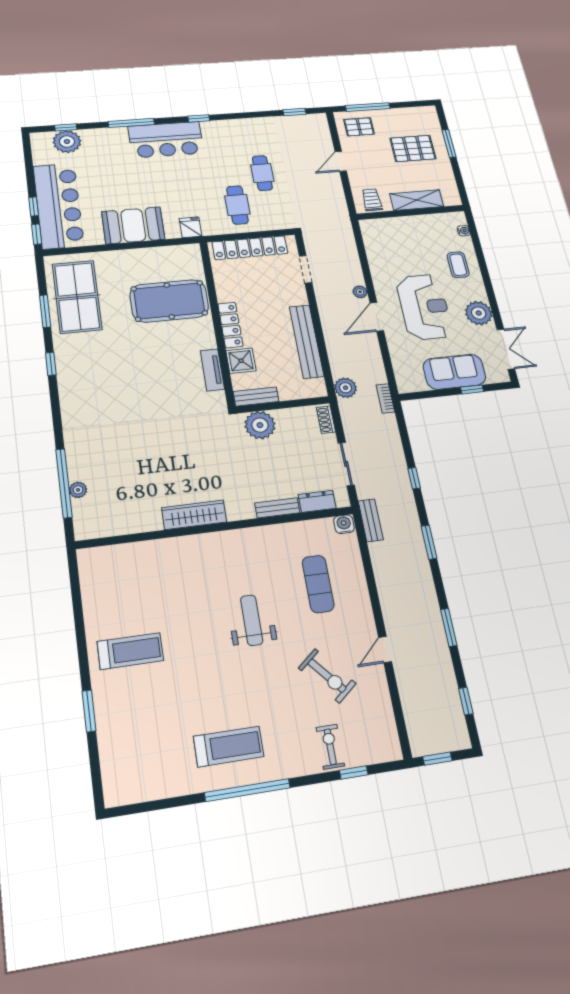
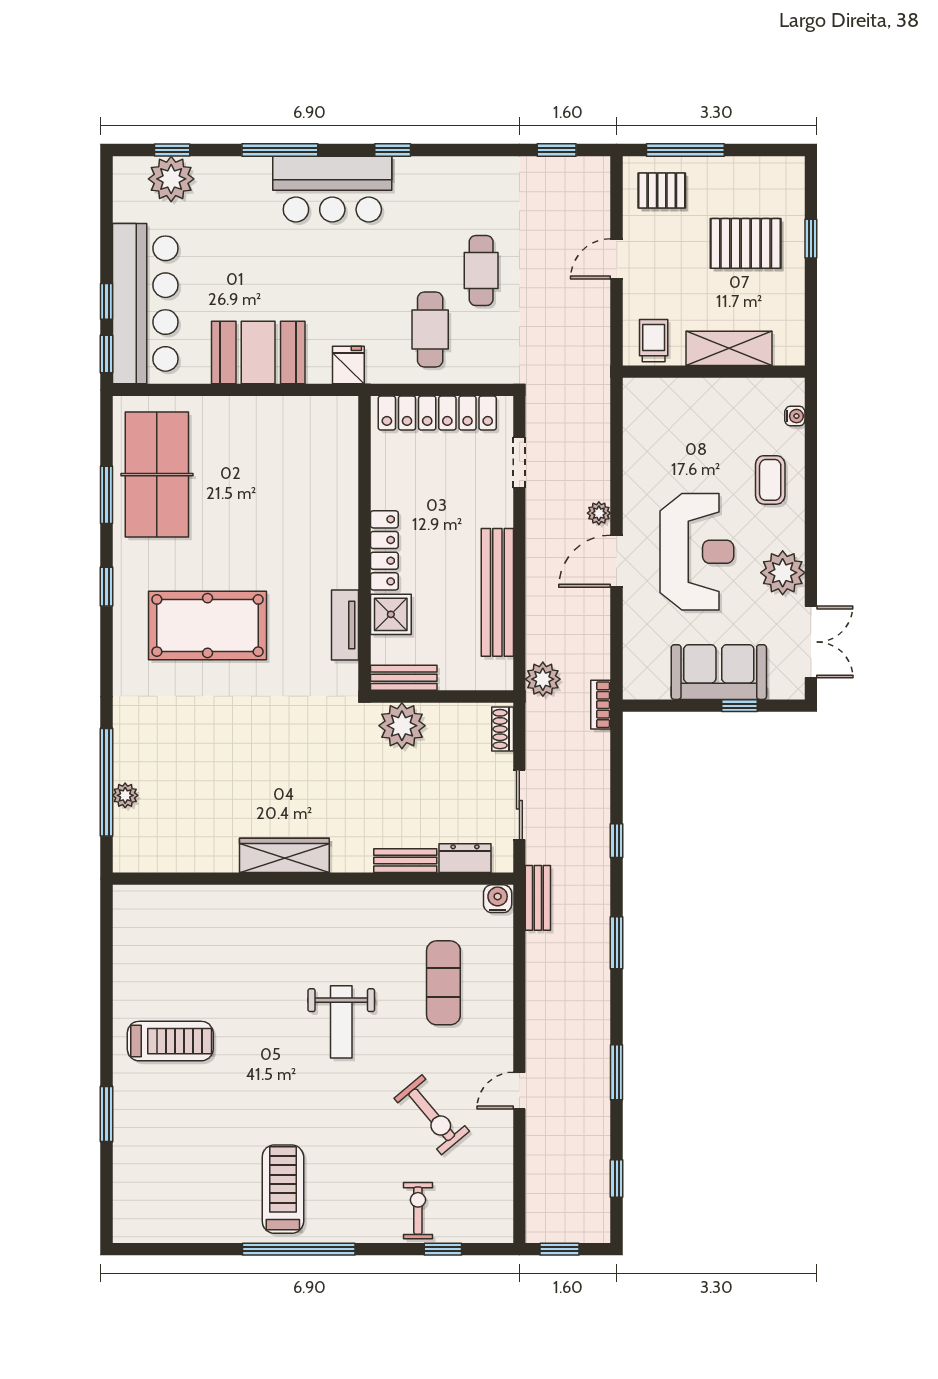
window: (449, 143) -> (811, 239), width x0.67
pool table: (169, 301) -> (208, 626), moved
weight bench: (252, 620) -> (341, 1022), turned 180
treadmill: (229, 746) -> (283, 1189), turned -90

